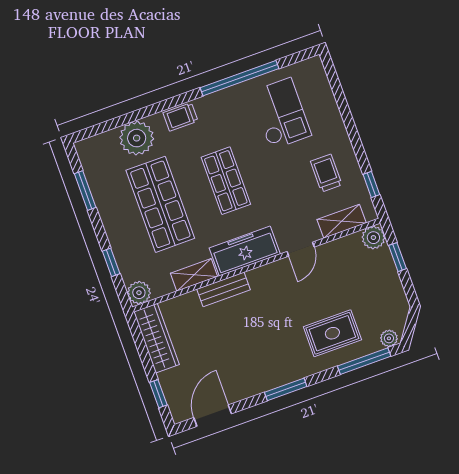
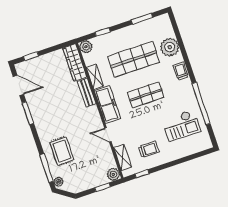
wardrobe: (156, 338) -> (75, 63), moved, turned 90
window: (286, 389) -> (28, 113), moved

